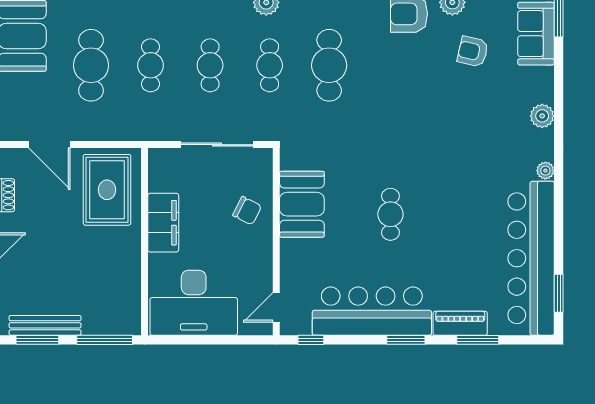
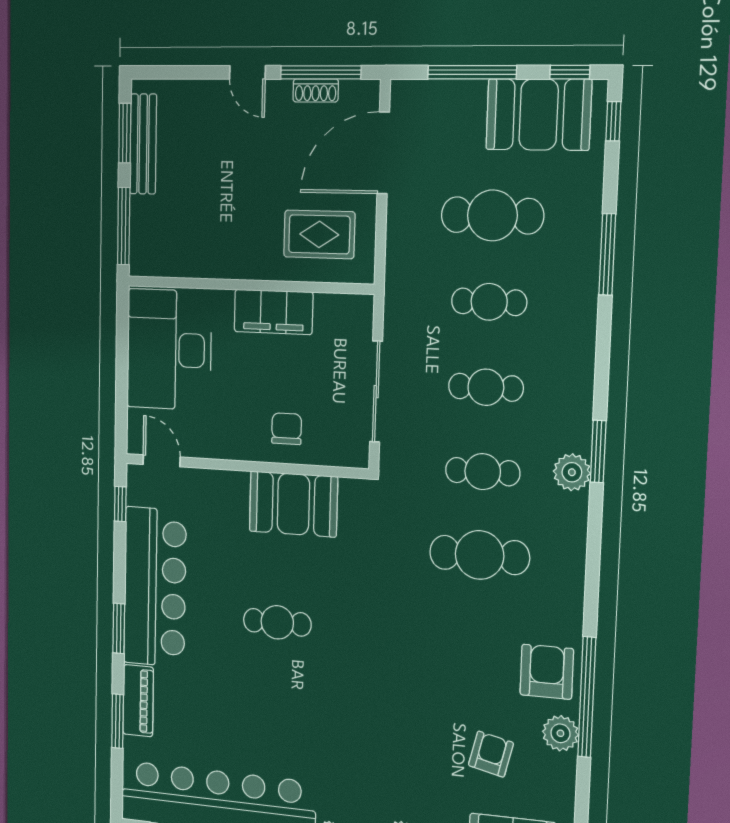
door: (49, 145) -> (383, 153), width x1.36
rug: (107, 190) -> (319, 234), width x0.73, depth x0.70
chair: (247, 211) -> (287, 429), turned 153

